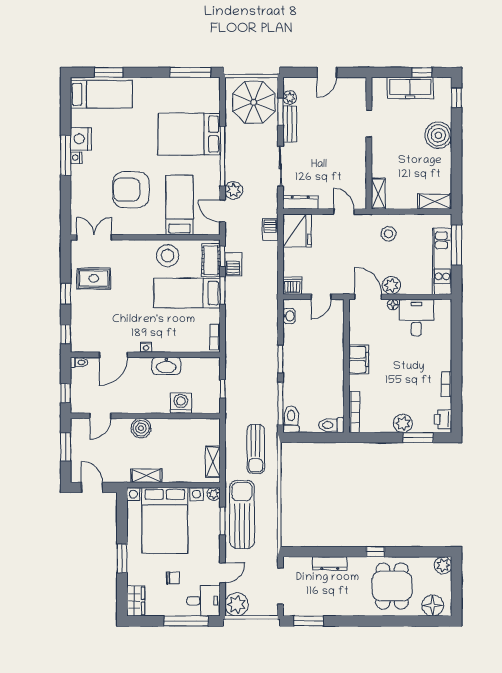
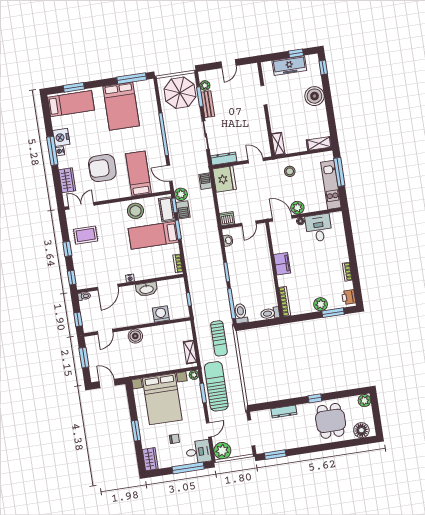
bed: (189, 134) -> (121, 106), moved, turned -90
plant: (234, 190) -> (181, 194), moved
wardrobe: (80, 199) -> (67, 180), added
shelving: (146, 476) -> (144, 369), removed

